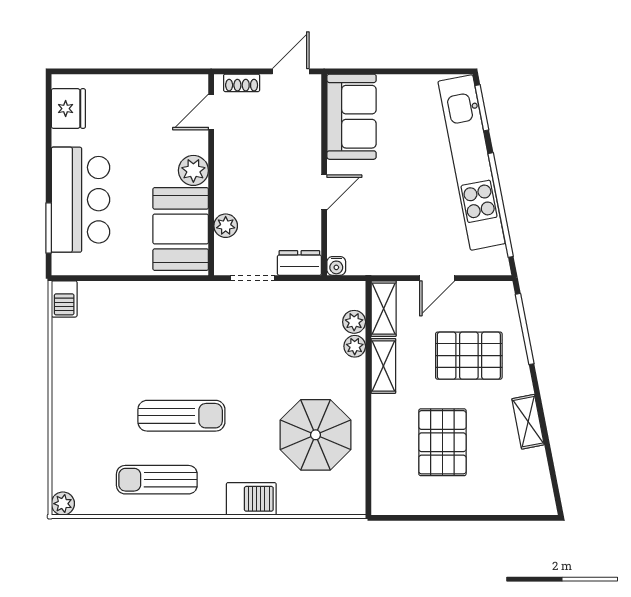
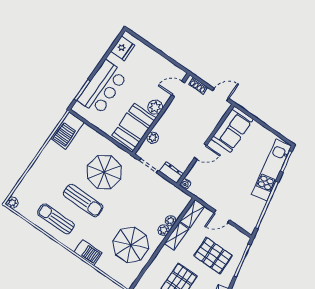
kitchen unit: (472, 162) -> (271, 170), width x0.73
barbecue: (64, 299) -> (67, 131), width x1.88, depth x1.53
plant: (354, 322) -> (164, 230), moved
parasol: (184, 342) -> (104, 172), added

